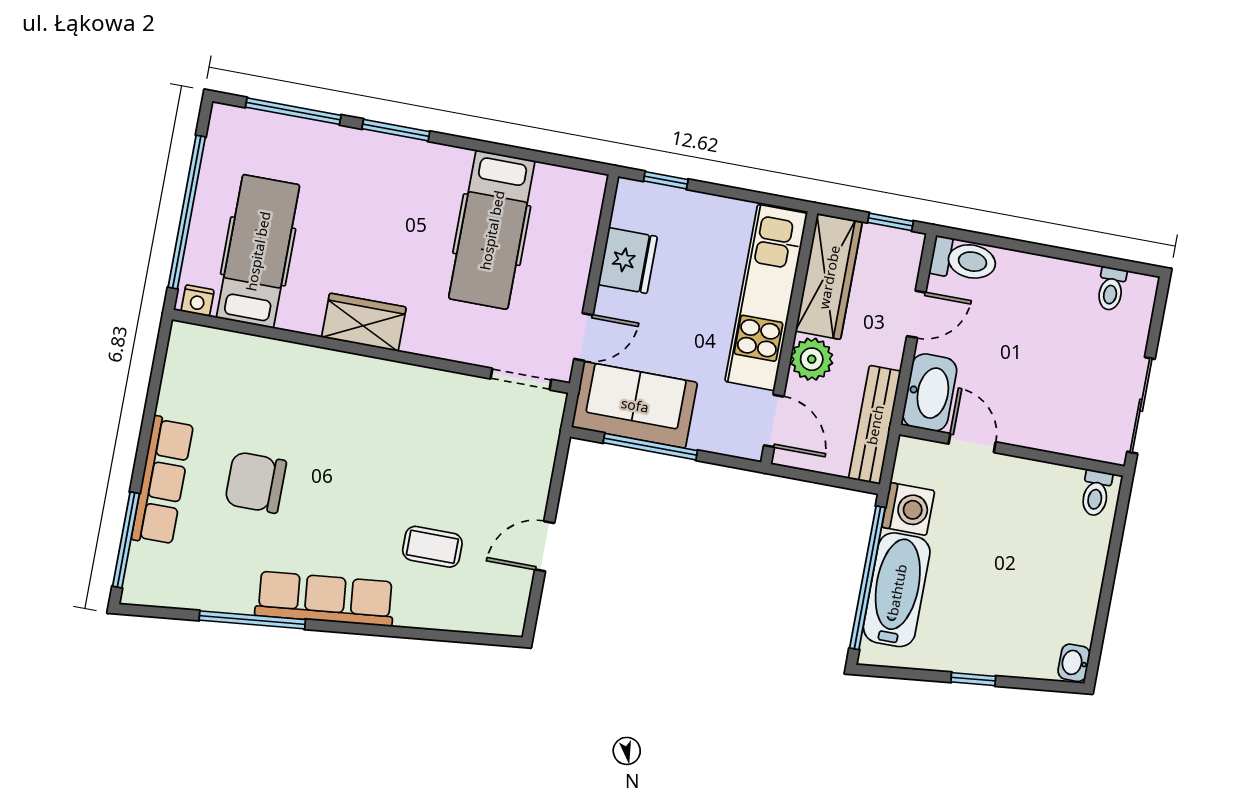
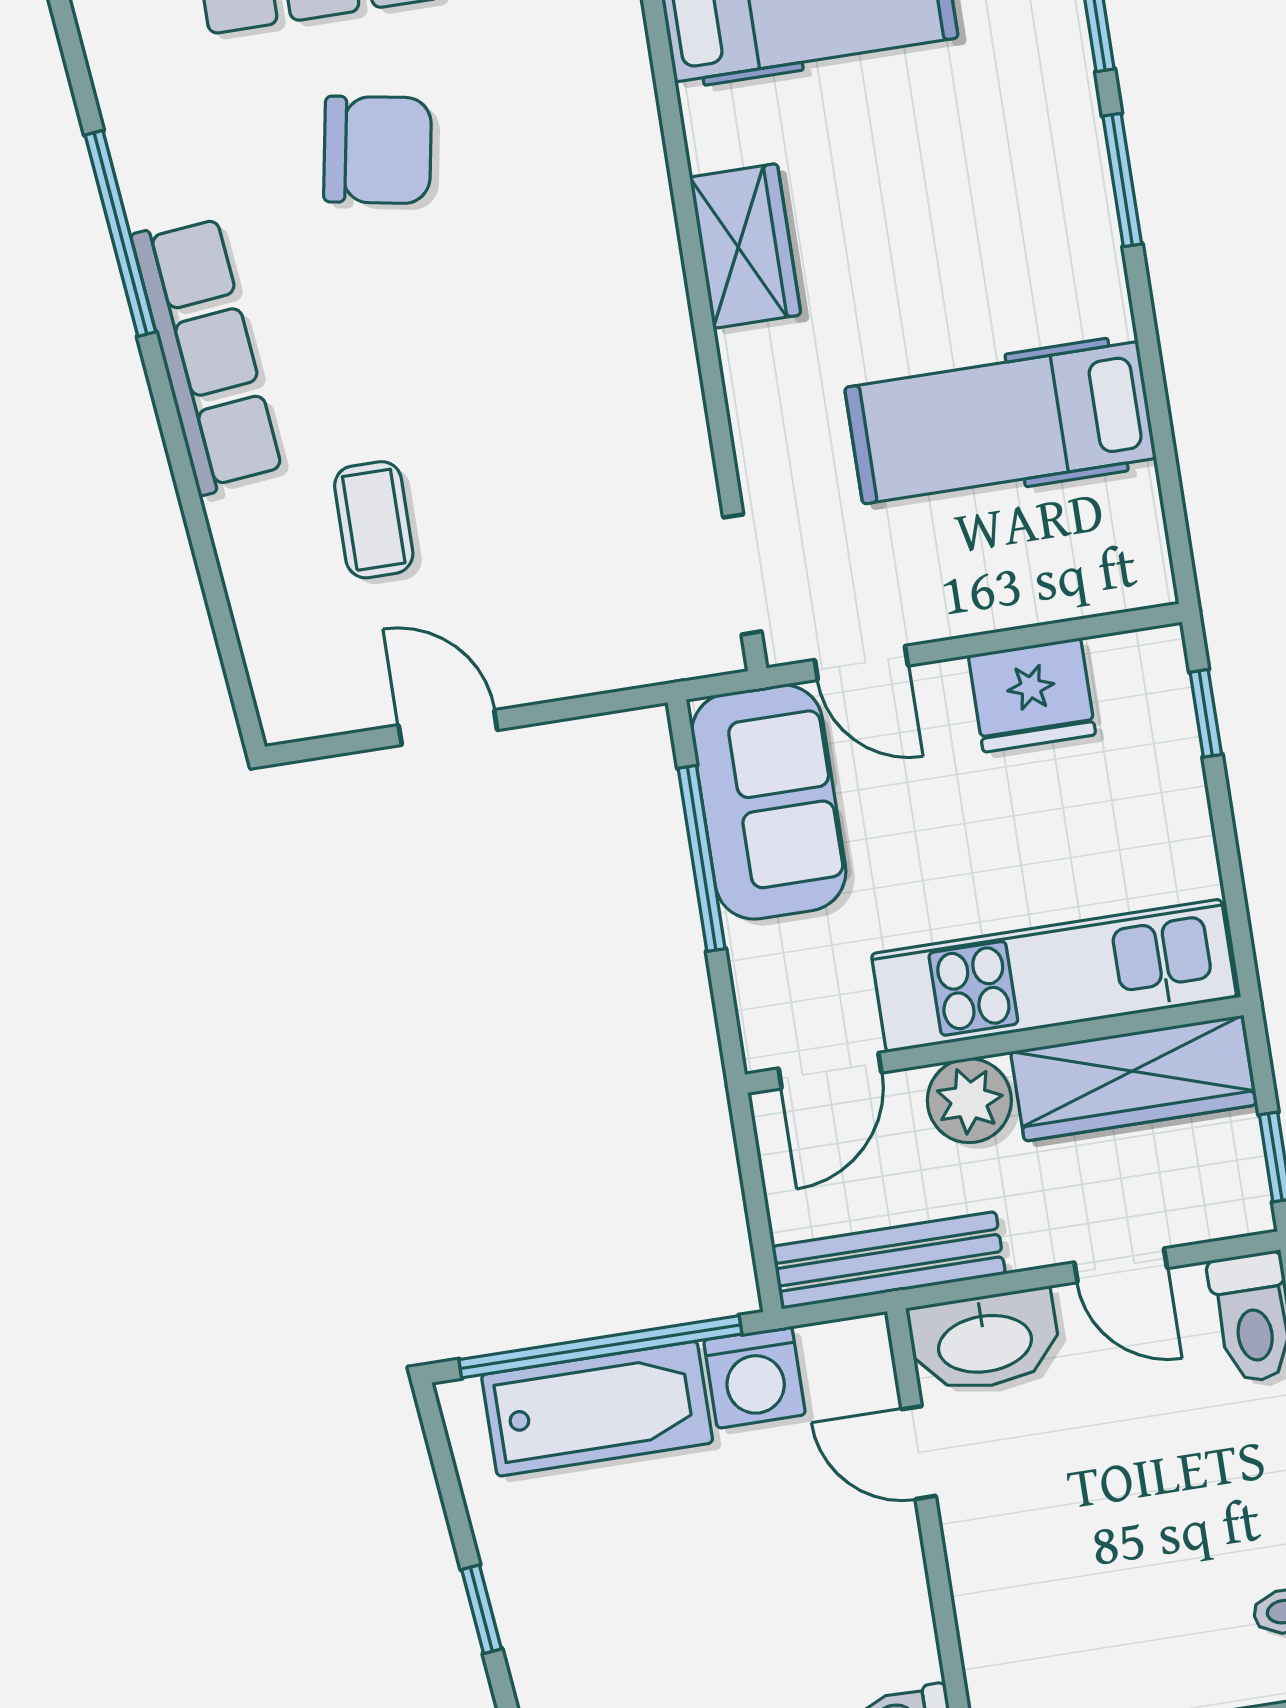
door: (972, 443) -> (919, 1453), swing flipped
chair: (256, 482) -> (378, 150), turned 100

